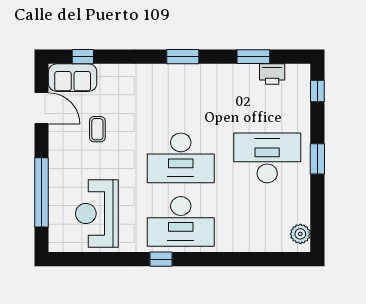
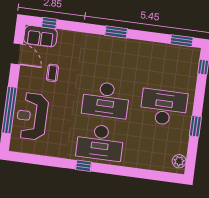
window: (253, 57) -> (182, 41), moved
printer: (272, 74) -> (174, 52), removed
window: (317, 159) -> (195, 126), moved
reception desk: (97, 213) -> (32, 116), moved

